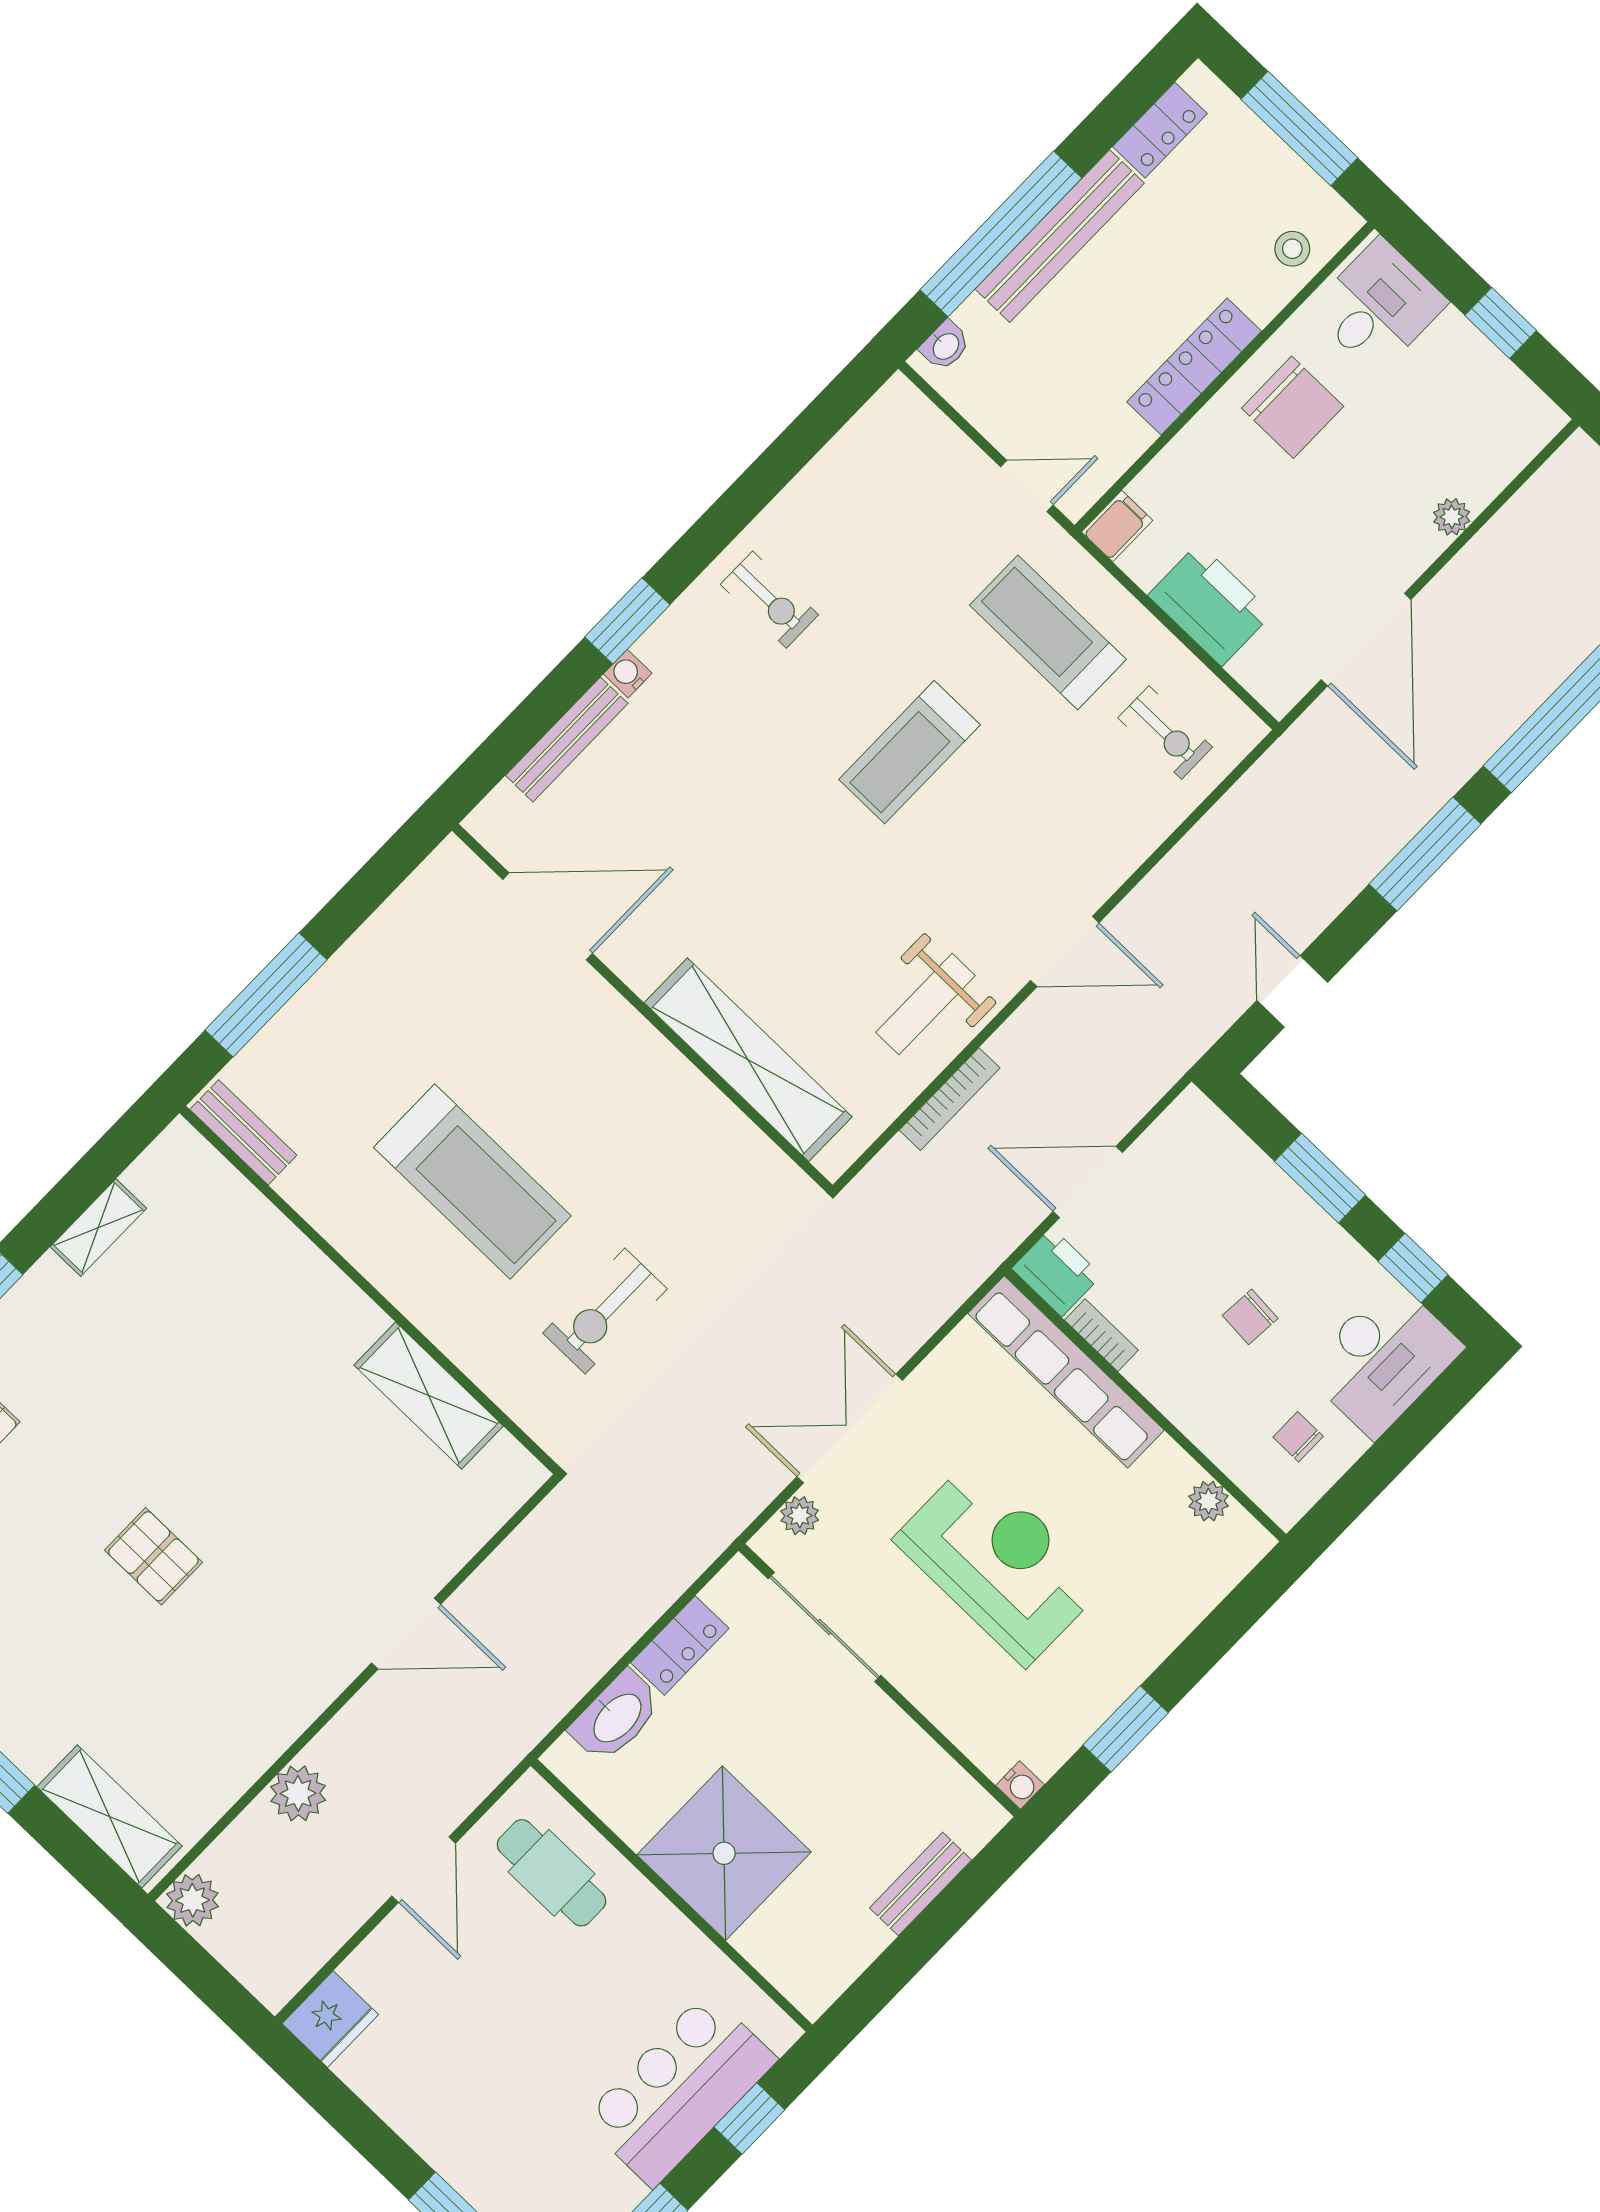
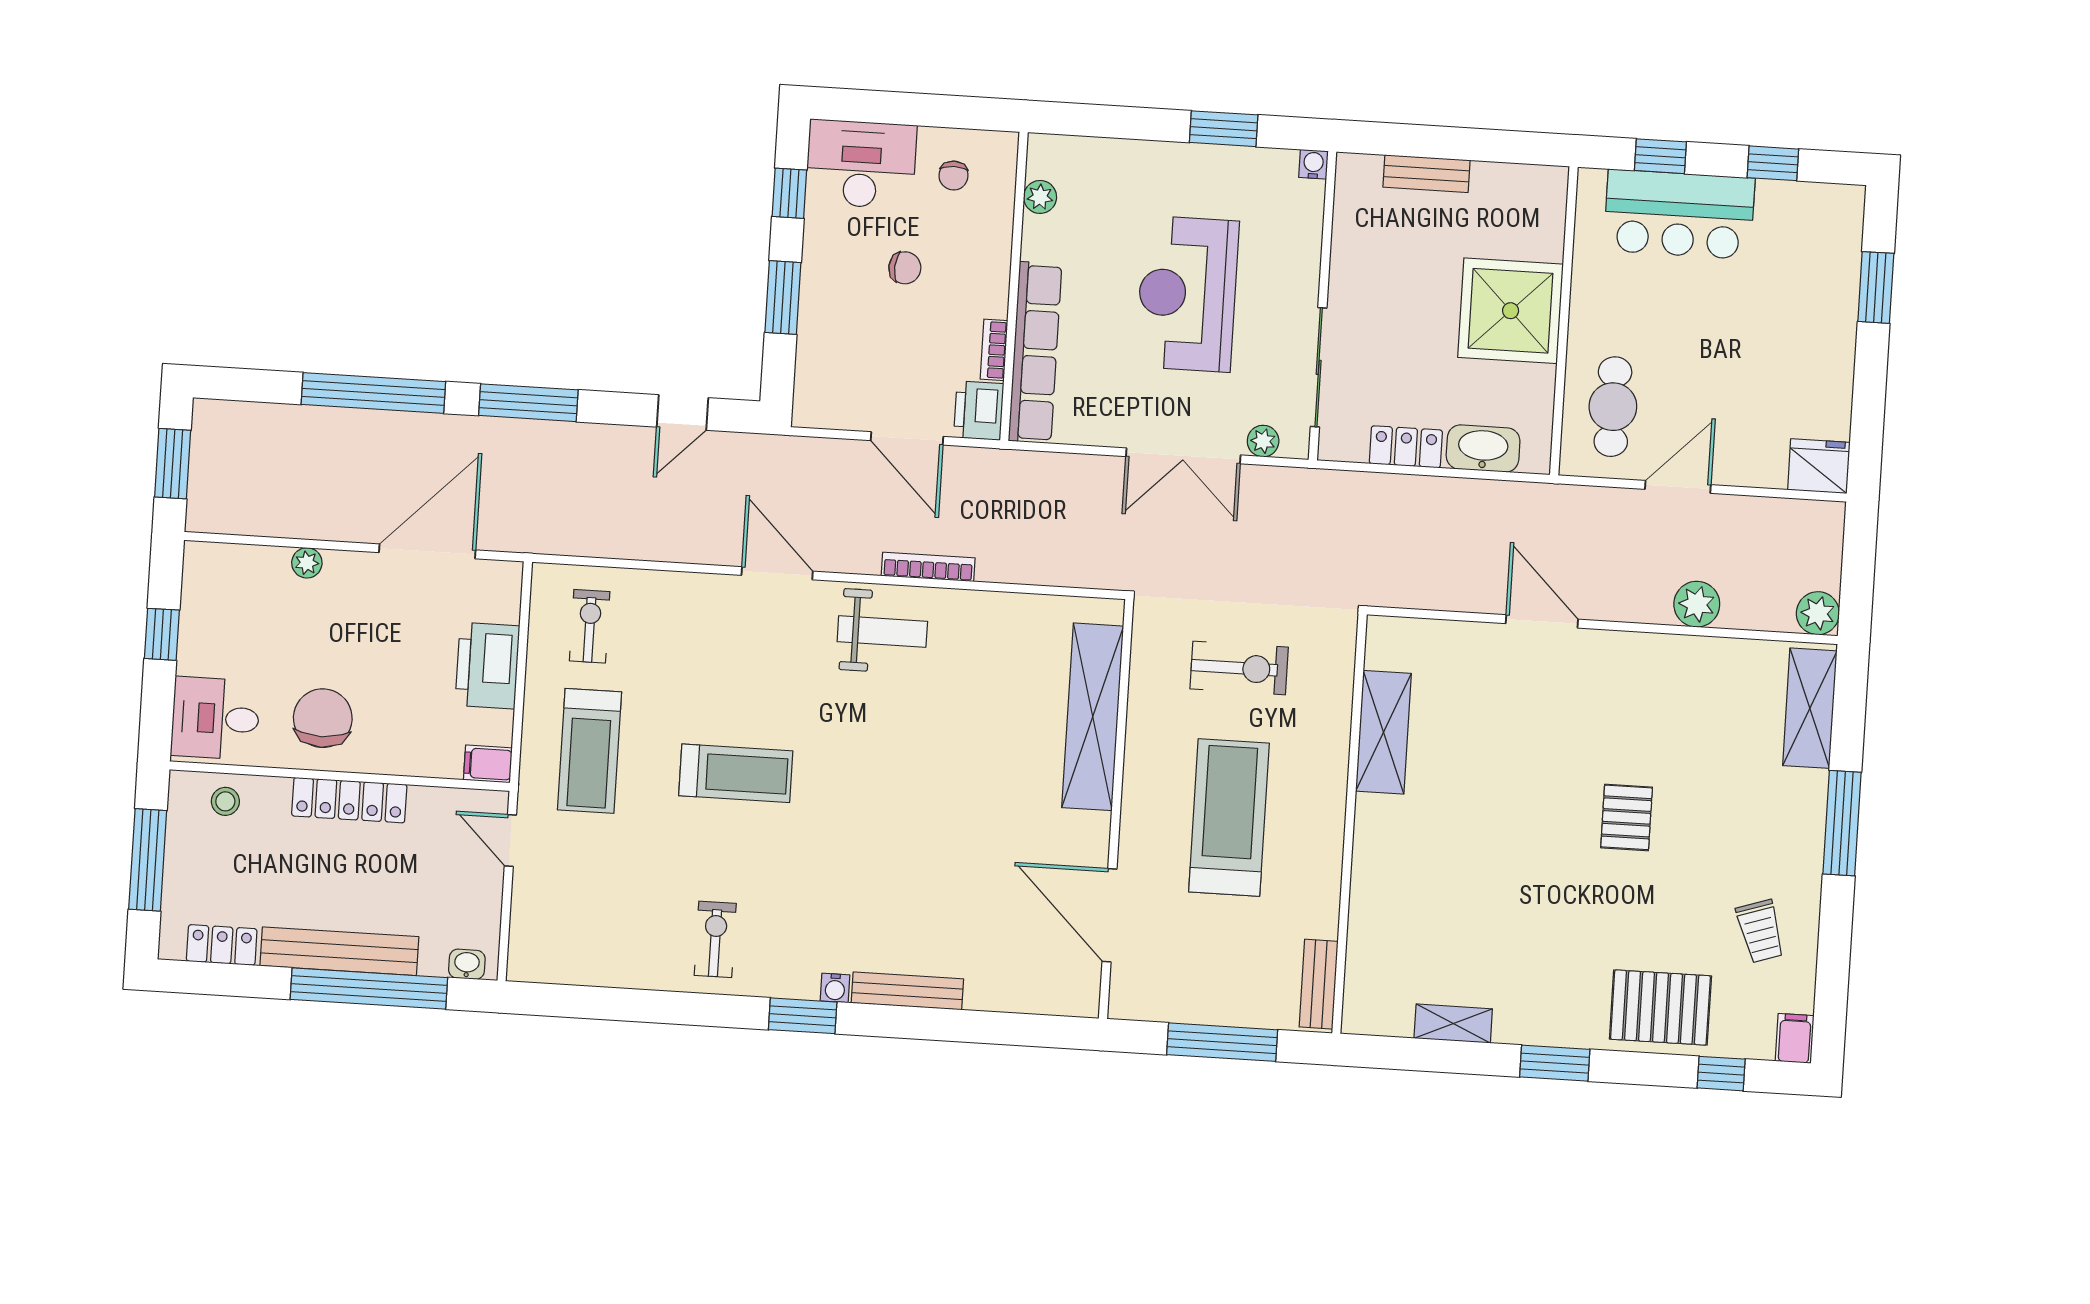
door: (548, 916) -> (1109, 915), moved
wall: (642, 1008) -> (1116, 809), moved
shelving: (748, 1060) -> (1093, 717), moved

